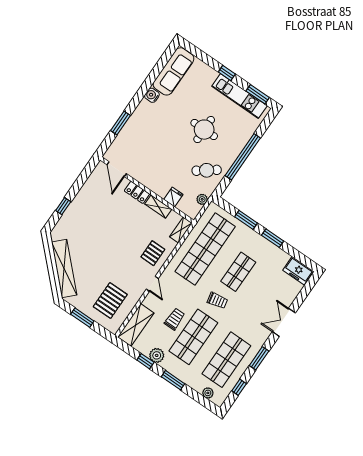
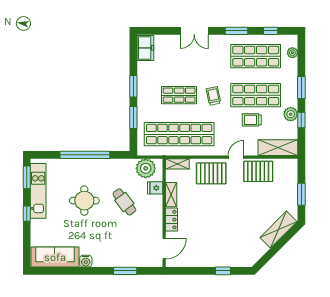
cafe table: (207, 170) -> (124, 202), moved
plant: (202, 199) -> (146, 168), width x1.87, depth x1.87
pallet: (153, 253) -> (211, 173), width x1.50, depth x1.42
shelving: (64, 269) -> (278, 230), width x0.68
pallet: (110, 300) -> (258, 171), moved

